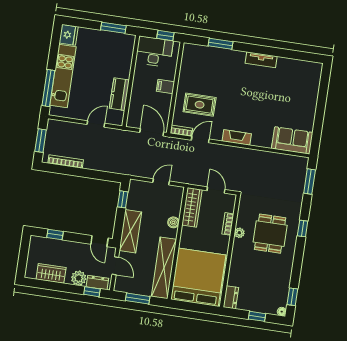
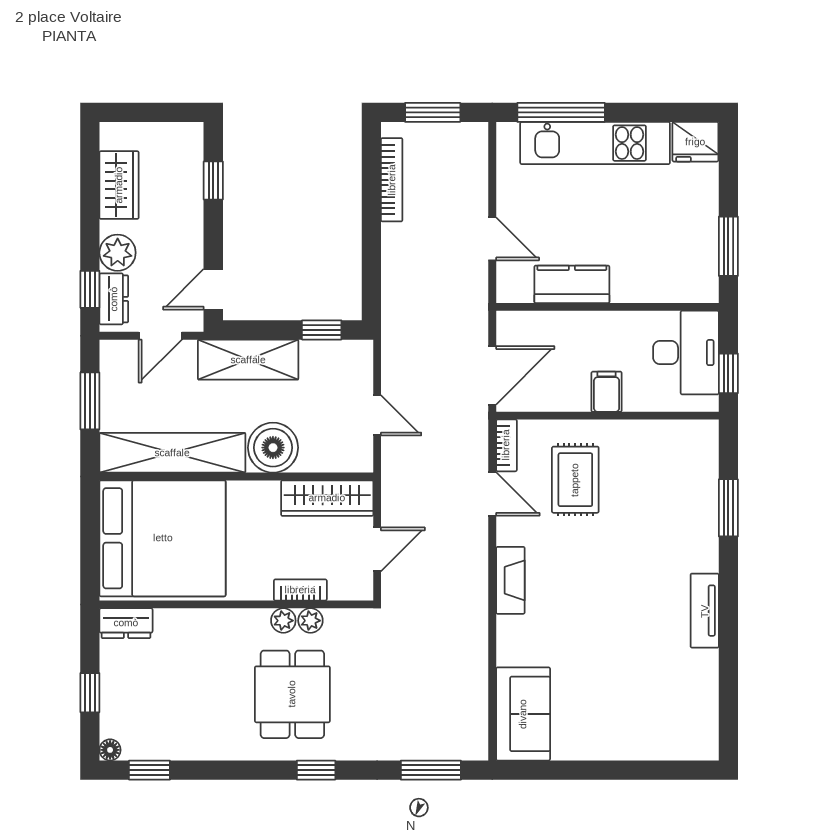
boiler: (173, 222) -> (273, 448), width x1.86, depth x1.86
plant: (241, 222) -> (310, 621), added
dining table: (270, 234) -> (292, 694), turned 90

